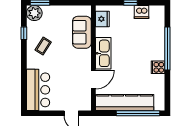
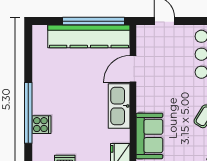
cooker: (158, 67) -> (42, 125), moved
window: (138, 113) -> (93, 21), moved

